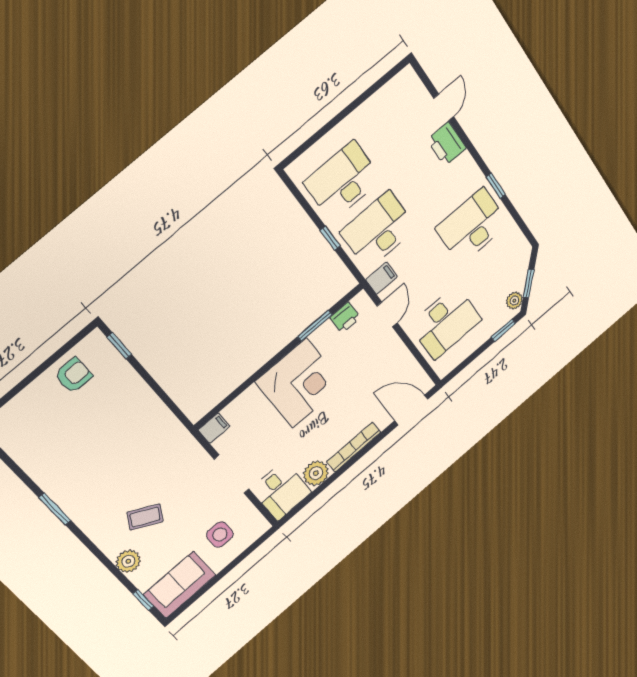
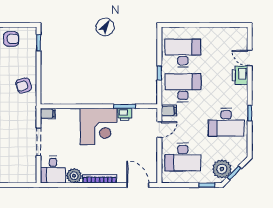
door: (444, 107) -> (250, 58), swing flipped
desk: (472, 226) -> (226, 122), turned 180
plant: (514, 301) -> (222, 169), width x1.87, depth x1.87
printer: (345, 318) -> (125, 114), moved
armchair: (148, 422) -> (24, 85), added
side table: (220, 534) -> (12, 165), removed

